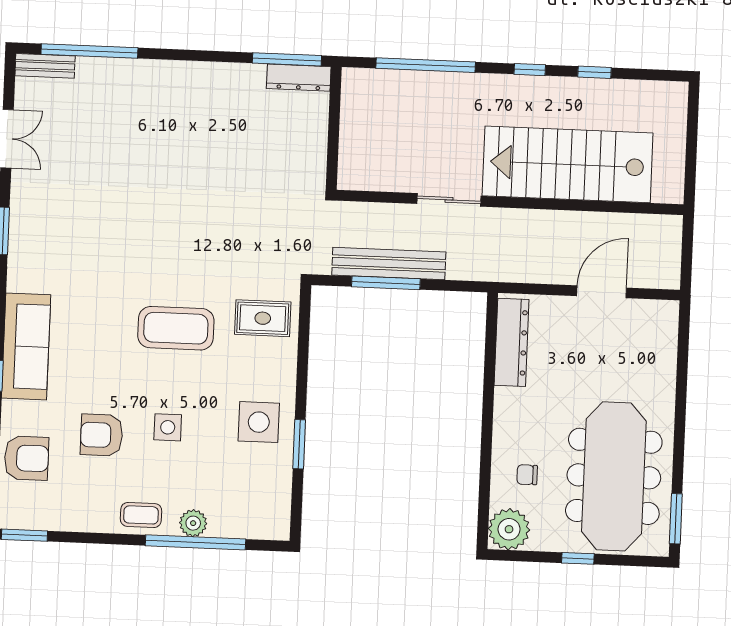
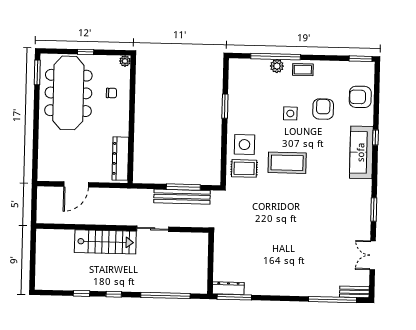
stairs: (568, 164) -> (105, 242), width x0.73, depth x0.66
side table: (259, 422) -> (244, 145), moved
armchair: (102, 435) -> (323, 109), turned -90
plant: (509, 529) -> (125, 61), width x0.53, depth x0.53

